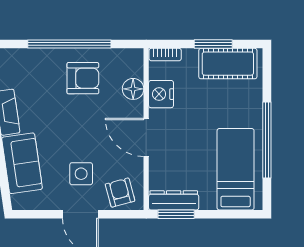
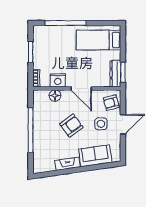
cot: (228, 64) -> (41, 44), removed
armchair: (83, 78) -> (71, 126), moved, turned 54
door: (146, 137) -> (81, 88), hinge flipped
window: (267, 140) -> (65, 23), moved

